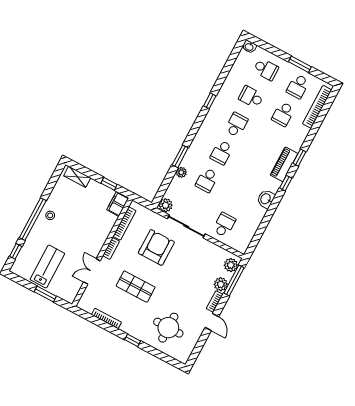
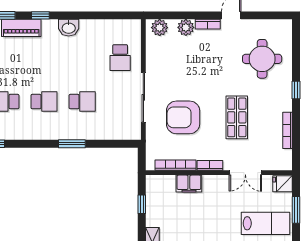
plant: (181, 172) -> (88, 133), removed
filing cabinet: (118, 204) -> (189, 184), moved
plant: (166, 205) -> (133, 132), removed
school desk: (224, 225) -> (120, 58), turned -90
lab bench: (47, 267) -> (266, 223), turned 180
window: (234, 280) -> (174, 15), removed
fridge: (69, 294) -> (283, 184), added

